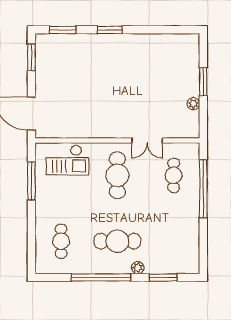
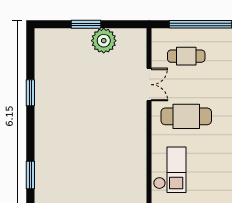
window: (110, 30) -> (30, 93), moved
plant: (193, 104) -> (104, 41), width x1.88, depth x1.88

